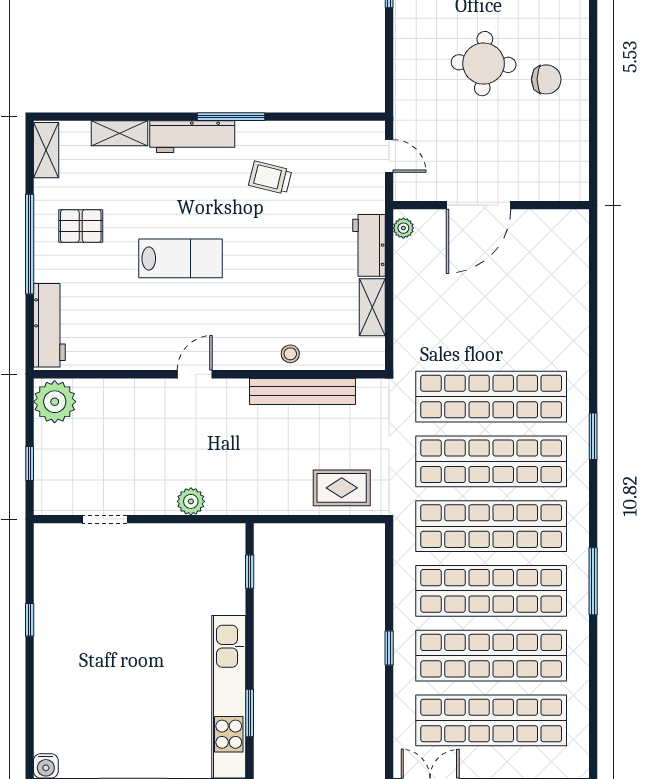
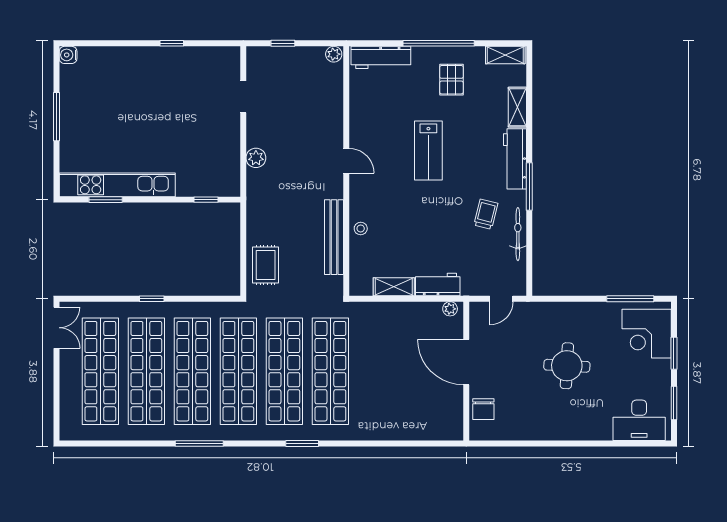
chair: (546, 79) -> (483, 409), moved
bicycle: (298, 133) -> (518, 234), added
plant: (55, 402) -> (334, 54), width x0.53, depth x0.53

